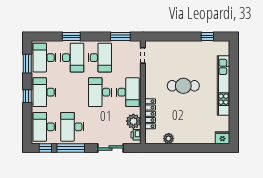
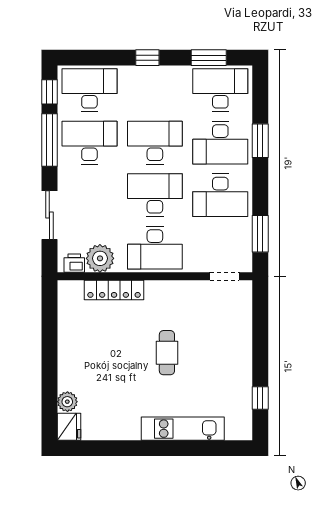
kitchen unit: (223, 85) -> (183, 429), width x0.73
cafe table: (183, 86) -> (167, 353), width x0.73, depth x0.74
desk: (44, 92) -> (155, 143), moved
plant: (169, 139) -> (67, 402), moved

